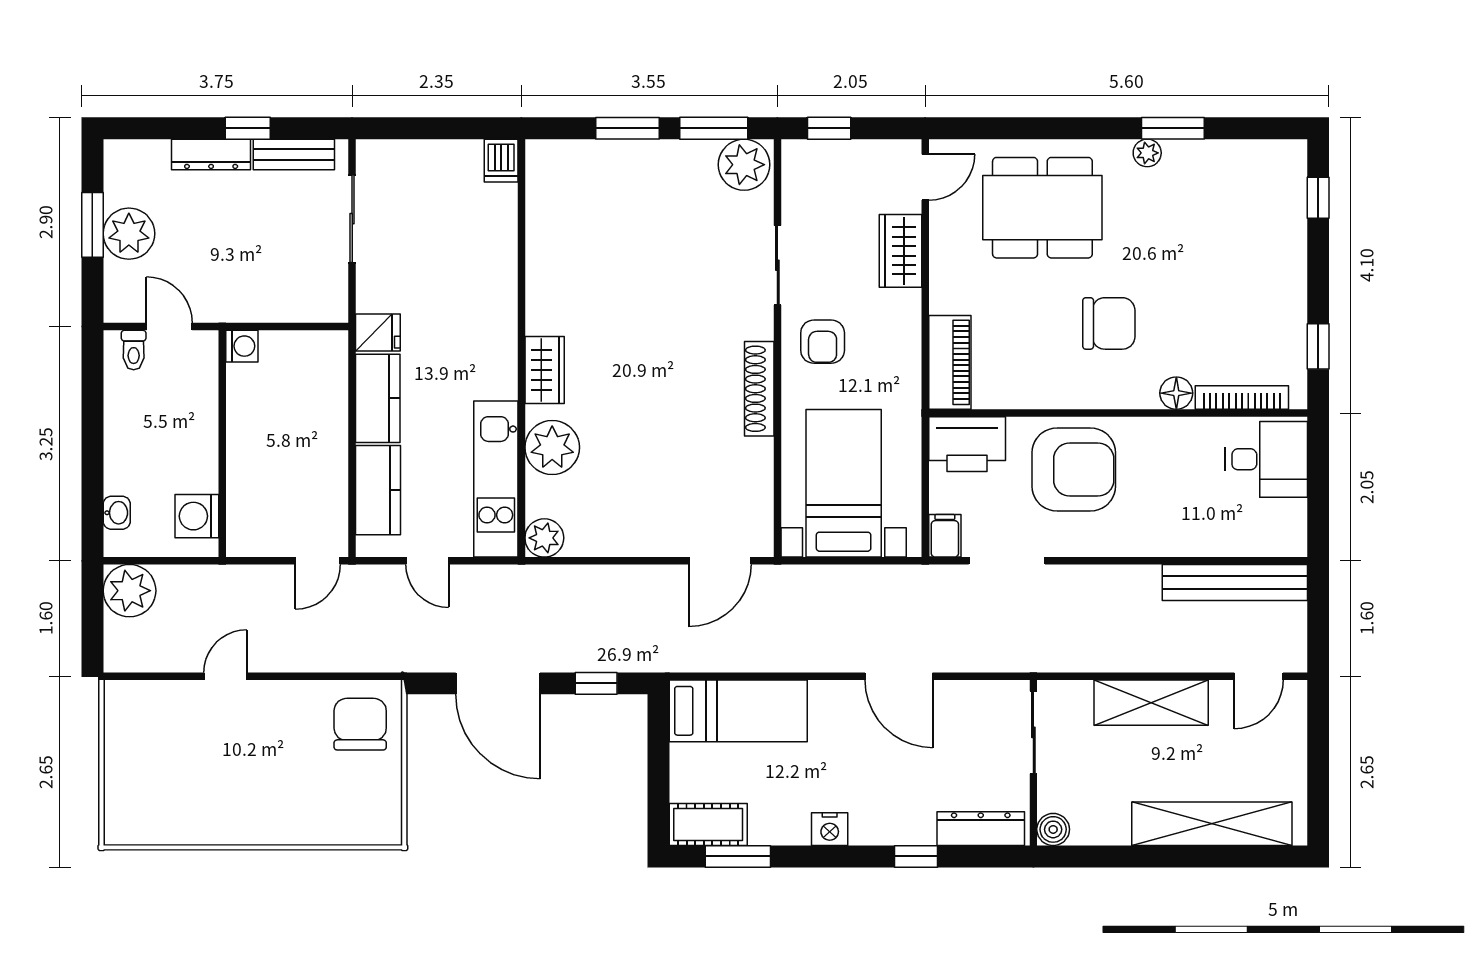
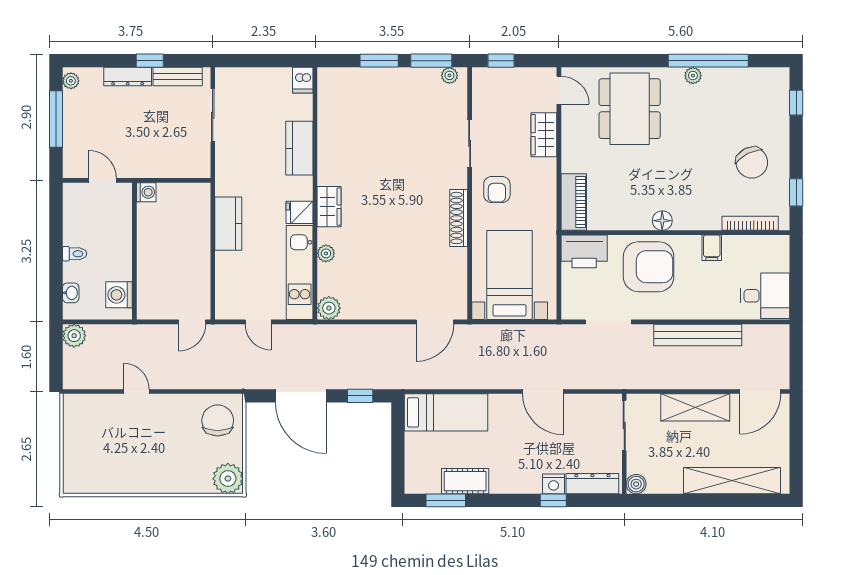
window: (1173, 128) -> (708, 61), width x2.11
plant: (744, 165) -> (449, 75), width x0.53, depth x0.53
door: (925, 177) -> (559, 90), hinge flipped
dining table: (1042, 208) -> (630, 109), turned 90
window: (92, 225) -> (56, 119), width x1.44
plant: (129, 234) -> (71, 81), moved, width x0.53, depth x0.53
chair: (1109, 323) -> (752, 163), moved, turned 63
fridge: (378, 332) -> (299, 212), moved, turned 180
toilet: (134, 350) -> (75, 254), moved, turned -90
floor lamp: (1176, 393) -> (662, 221), moved
plant: (552, 447) -> (326, 253), width x0.53, depth x0.53
desk: (1266, 459) -> (765, 296), moved
kitchen counter: (378, 490) -> (299, 148), moved, turned 180
filing cabinet: (945, 536) -> (712, 248), moved, turned 180
bench: (1235, 582) -> (698, 335), moved
plant: (130, 591) -> (74, 336), width x0.73, depth x0.73
door: (225, 676) -> (136, 392), hinge flipped
door: (1259, 676) -> (760, 392), width x1.38
plant: (377, 820) -> (228, 479), added
cot: (708, 824) -> (465, 481), moved
nightstand: (830, 829) -> (554, 484), moved

